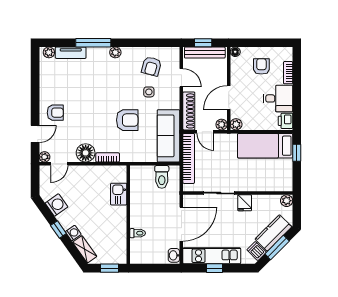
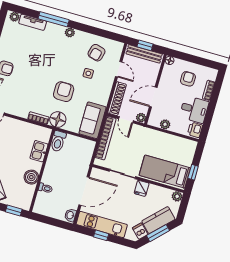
armchair: (127, 120) -> (64, 92), turned -90
plant: (236, 124) -> (165, 124), moved
sofa: (168, 136) -> (93, 120), width x0.73
bed: (265, 146) -> (165, 172), moved
floor lamp: (86, 153) -> (58, 119), moved
window: (297, 153) -> (193, 172), moved
toilet: (162, 177) -> (58, 141), moved
boiler: (118, 225) -> (31, 177), added

